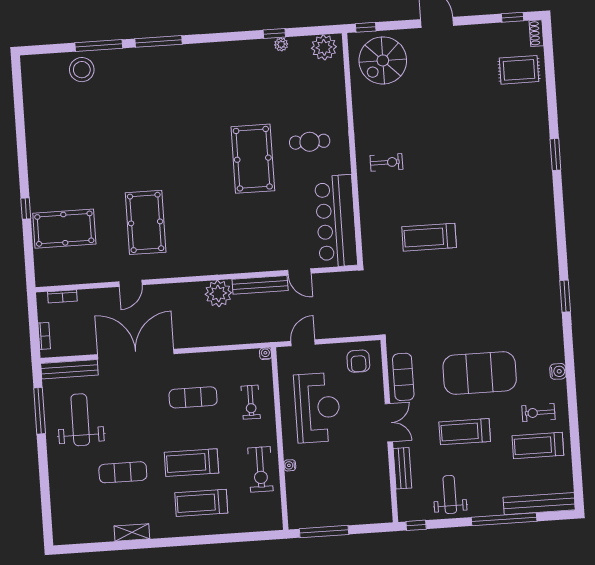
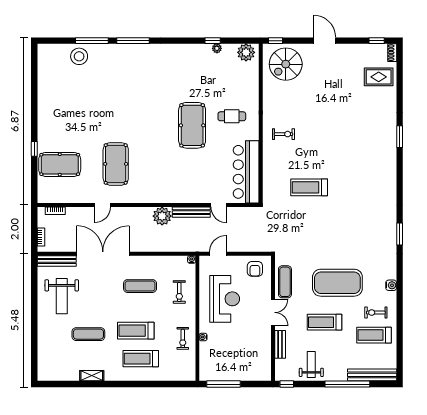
window: (40, 411) -> (34, 288), removed
weight bench: (80, 420) -> (62, 296), turned 180
exercise bike: (260, 469) -> (183, 338), width x0.73, depth x0.72

